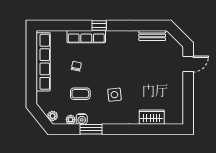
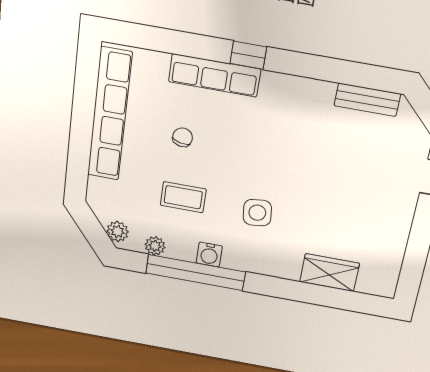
water cooler: (82, 119) -> (209, 254), moved
window: (91, 129) -> (196, 272), width x2.11

